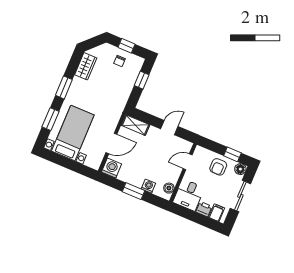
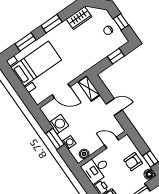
washing machine: (111, 168) -> (59, 124), moved

